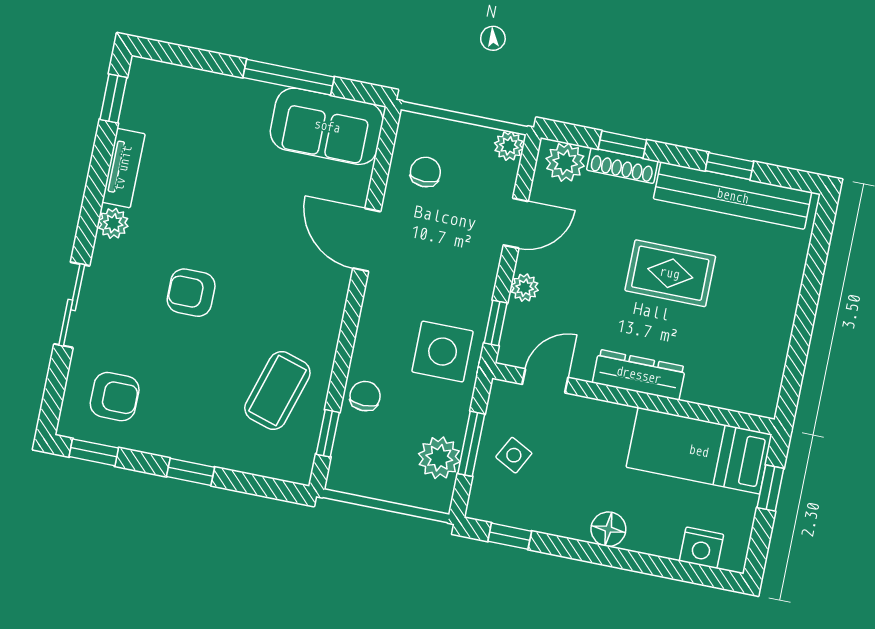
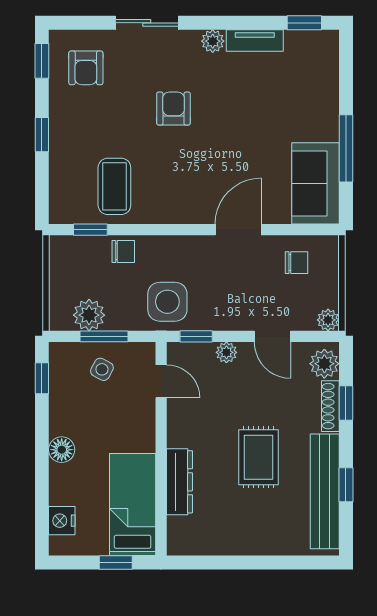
dresser: (639, 375) -> (179, 482), moved
coffee table: (277, 390) -> (114, 186), turned 73

